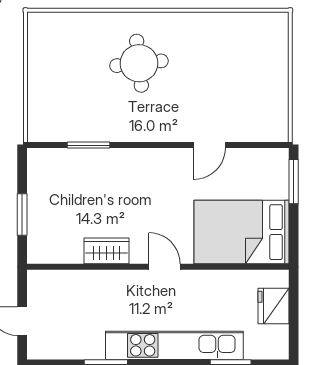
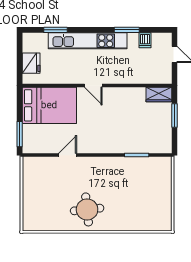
round table: (139, 63) -> (87, 209), moved
wardrobe: (107, 251) -> (159, 95), moved
dishwasher: (74, 346) -> (145, 40), added

